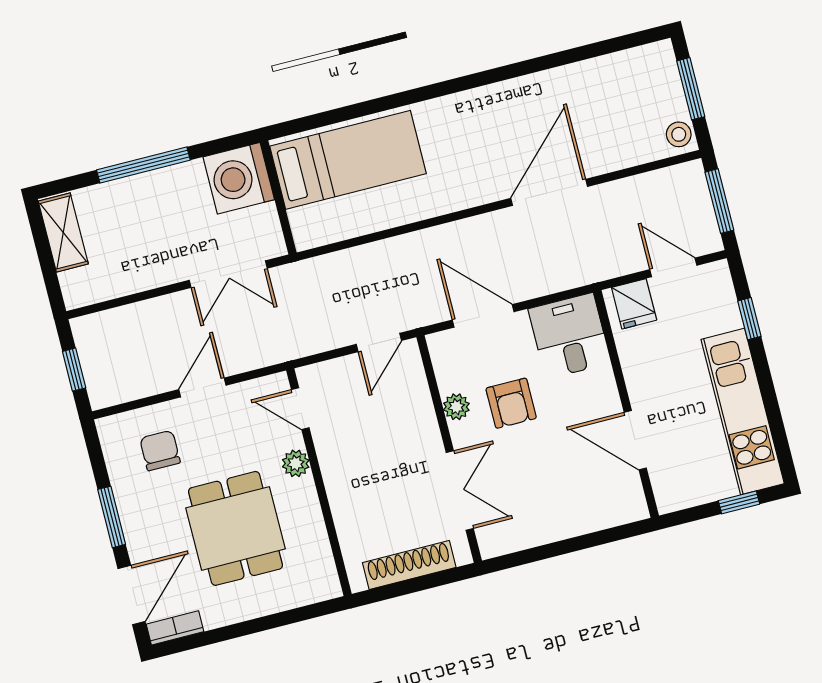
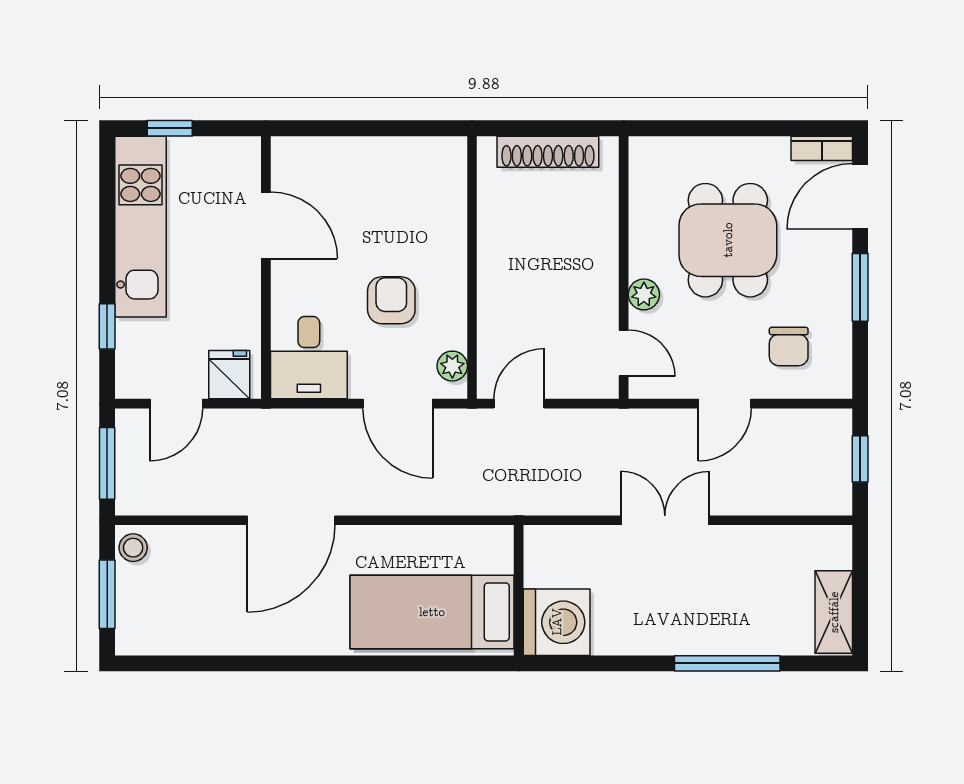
bed: (348, 160) -> (432, 612), moved
washing machine: (239, 178) -> (557, 622), moved
wall: (278, 197) -> (519, 590), moved
door: (673, 267) -> (176, 404), hinge flipped
plant: (456, 407) -> (452, 366), moved
double door: (460, 491) -> (472, 219), removed

